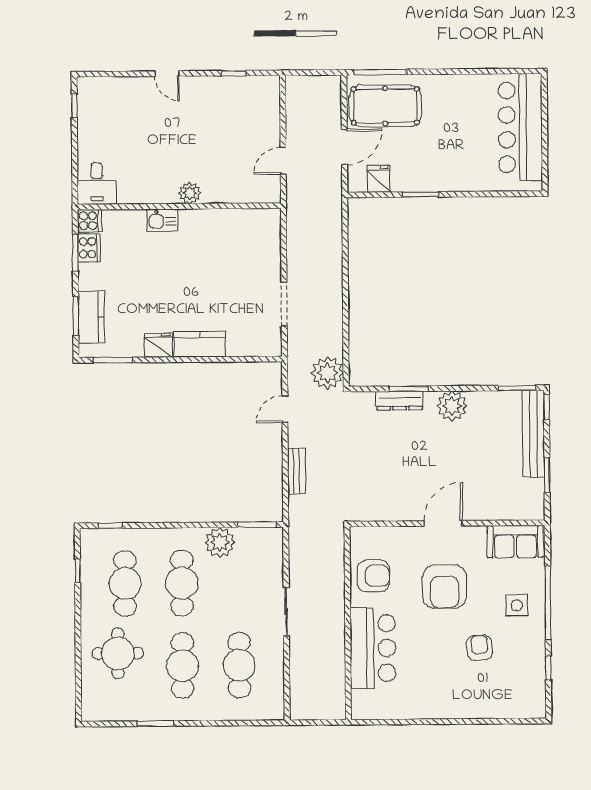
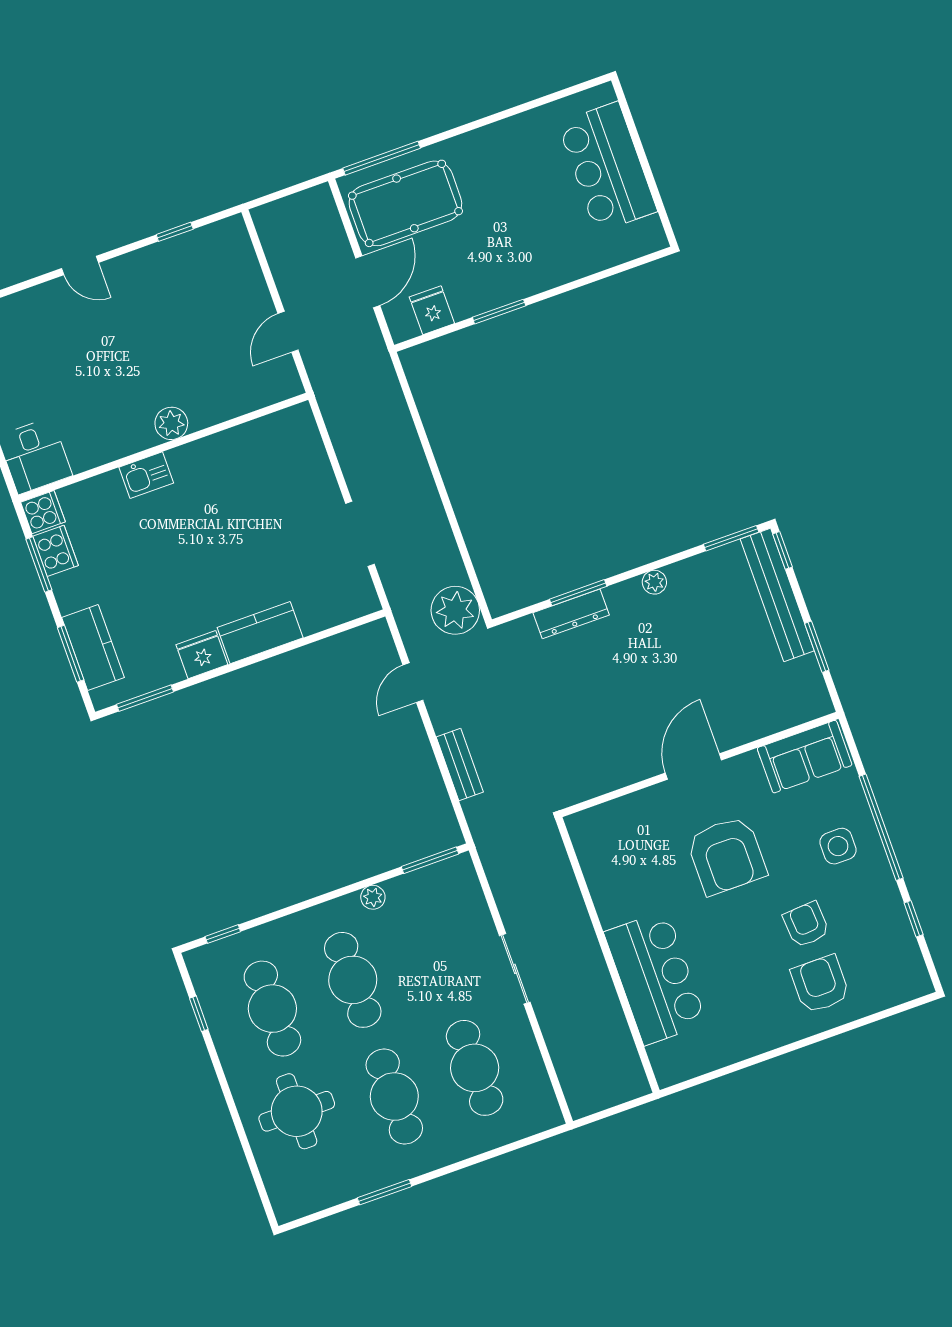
bar counter: (520, 127) -> (607, 167), width x0.73
plant: (452, 406) -> (654, 582), width x0.53, depth x0.53
plant: (220, 542) -> (373, 897), width x0.53, depth x0.53
armchair: (373, 576) -> (820, 984), moved, turned -90

